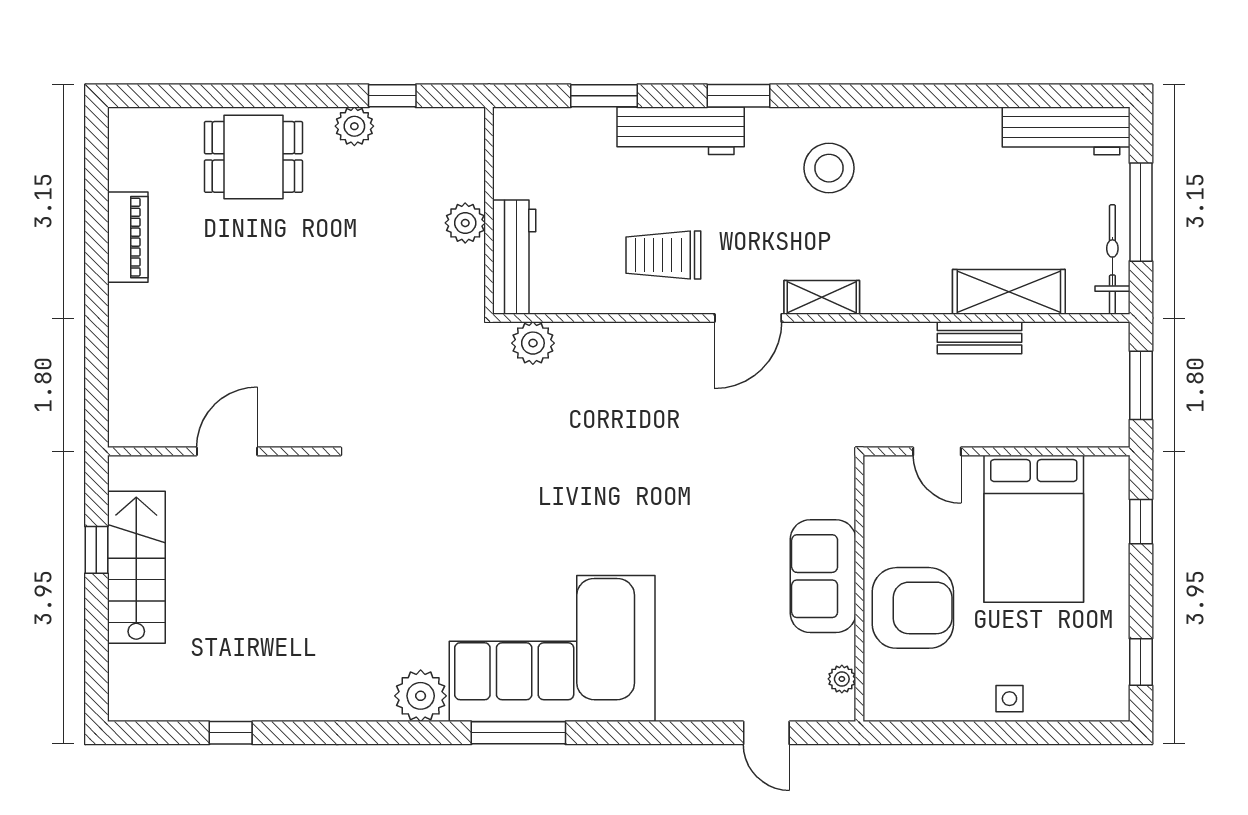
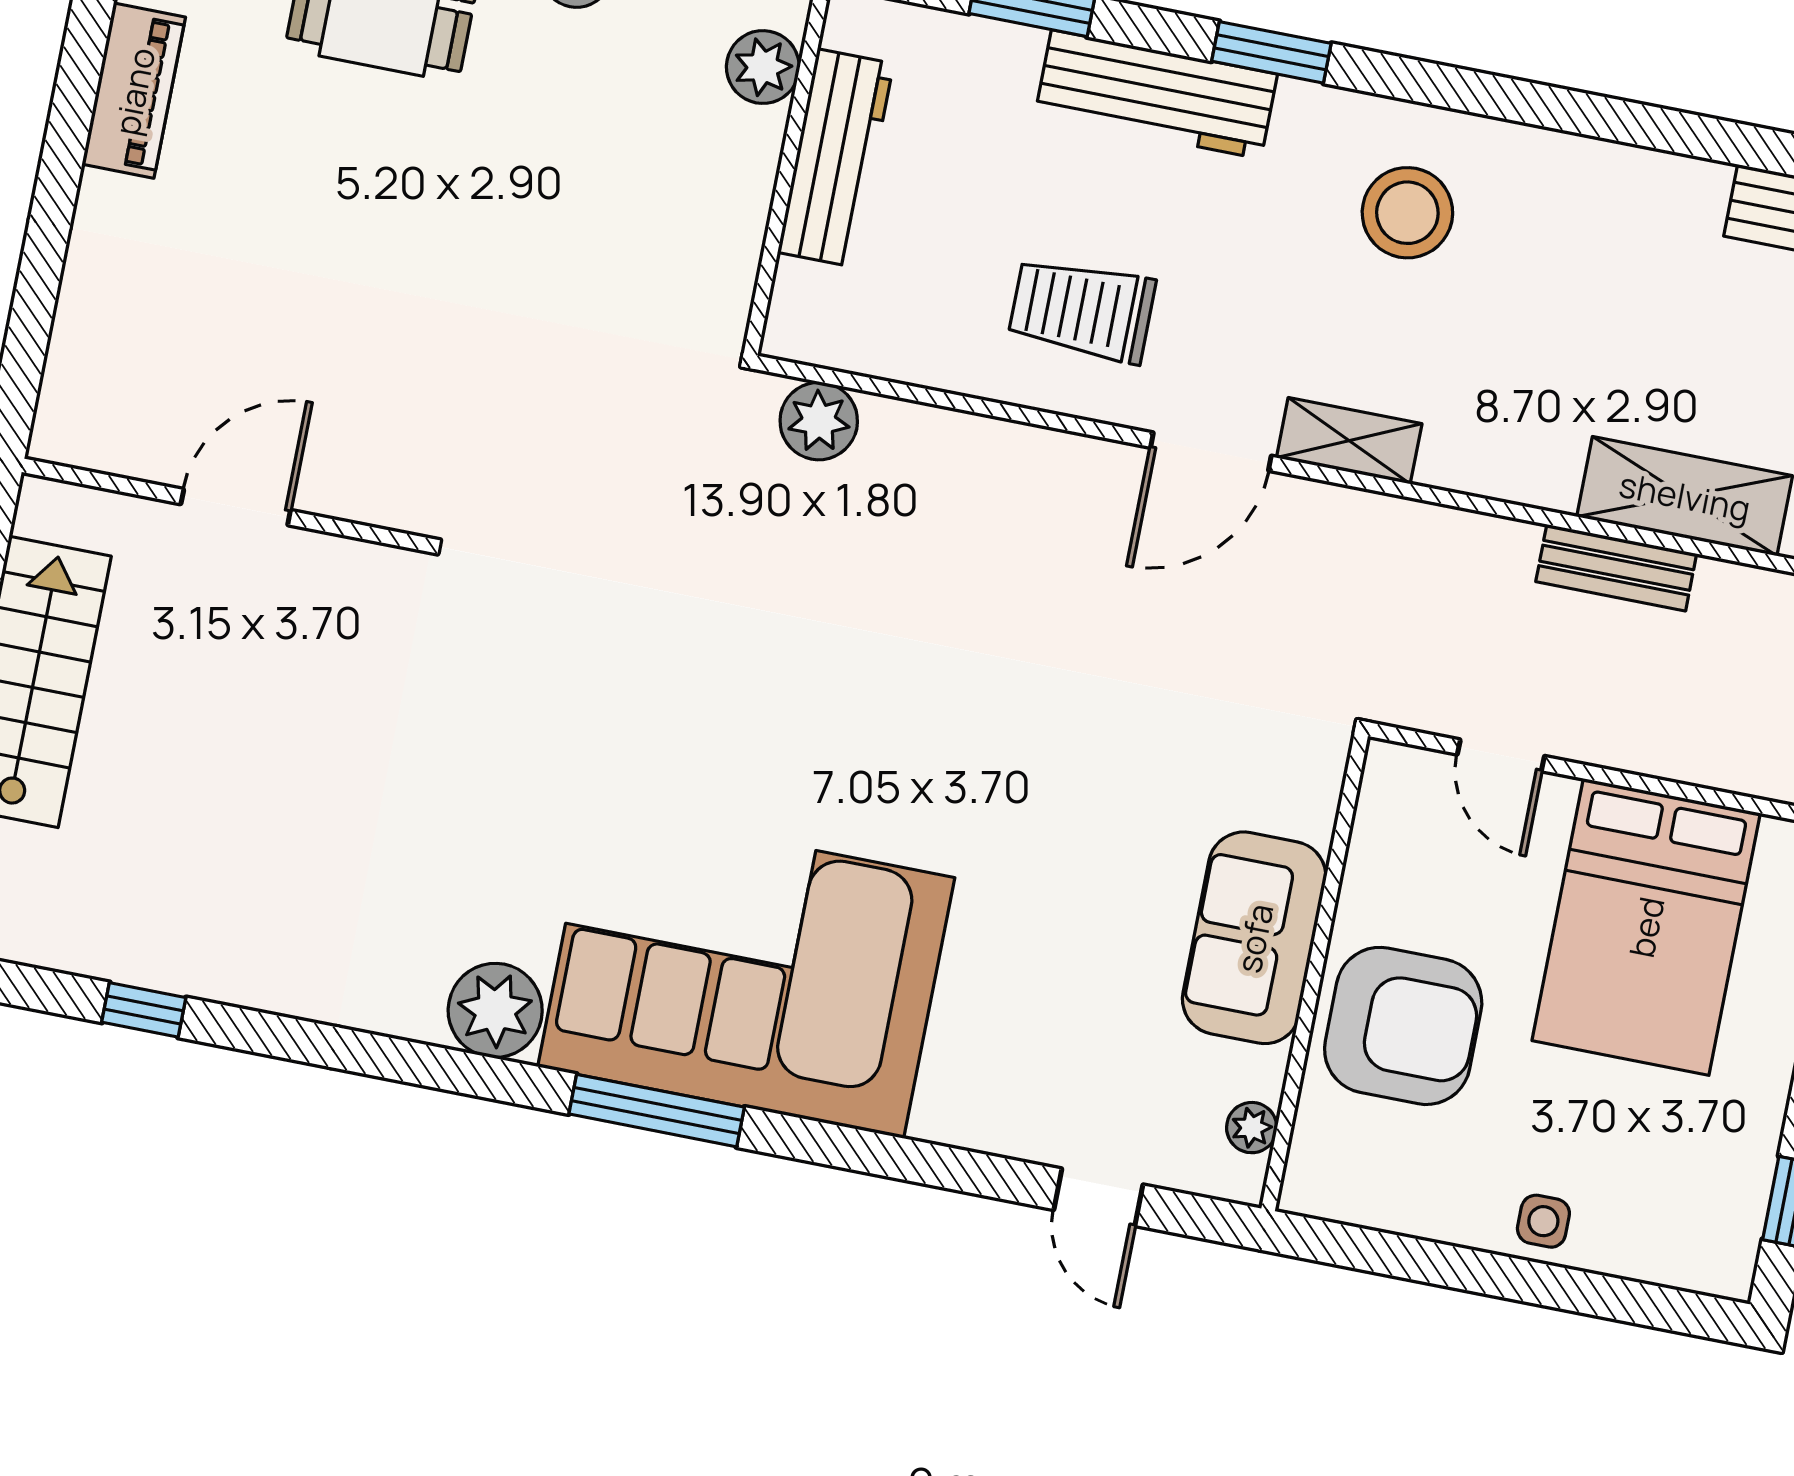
plant: (465, 223) -> (763, 67), moved
workbench: (514, 257) -> (836, 158), moved

